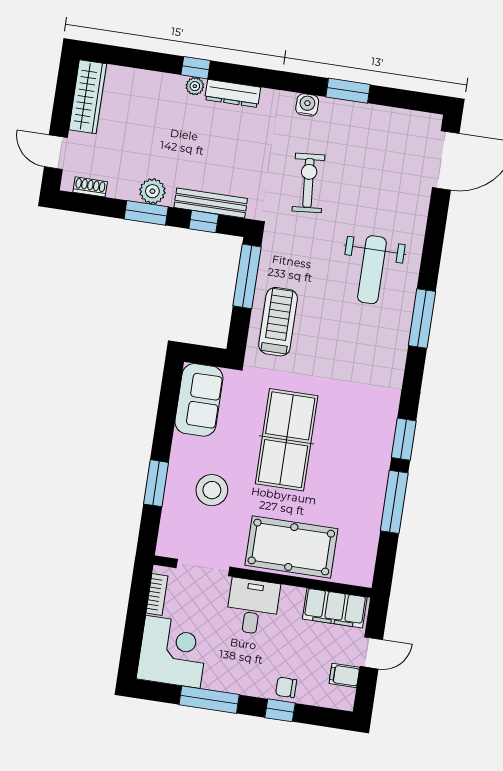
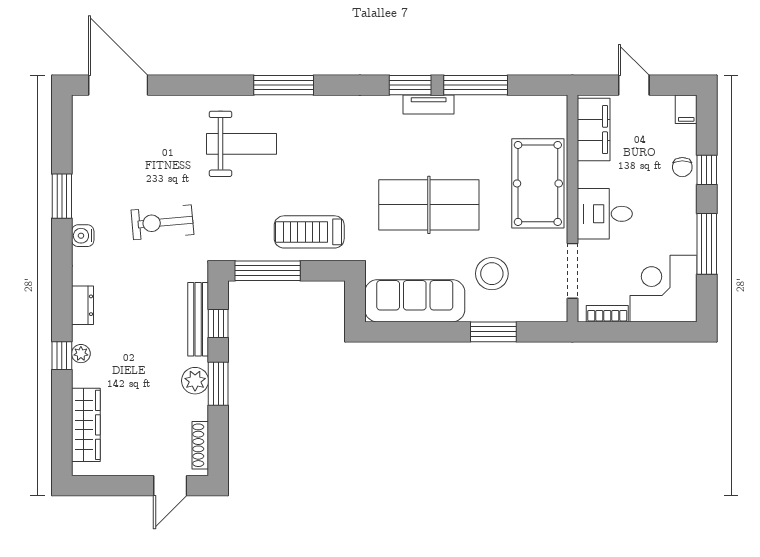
dresser: (233, 93) -> (83, 305), width x0.70
wardrobe: (88, 97) -> (86, 425), moved, turned 90
shoe rack: (90, 187) -> (200, 445), width x1.43
sofa: (199, 400) -> (415, 301), width x1.36
tv unit: (382, 454) -> (429, 105), added
filing cabinet: (344, 675) -> (686, 109), moved

